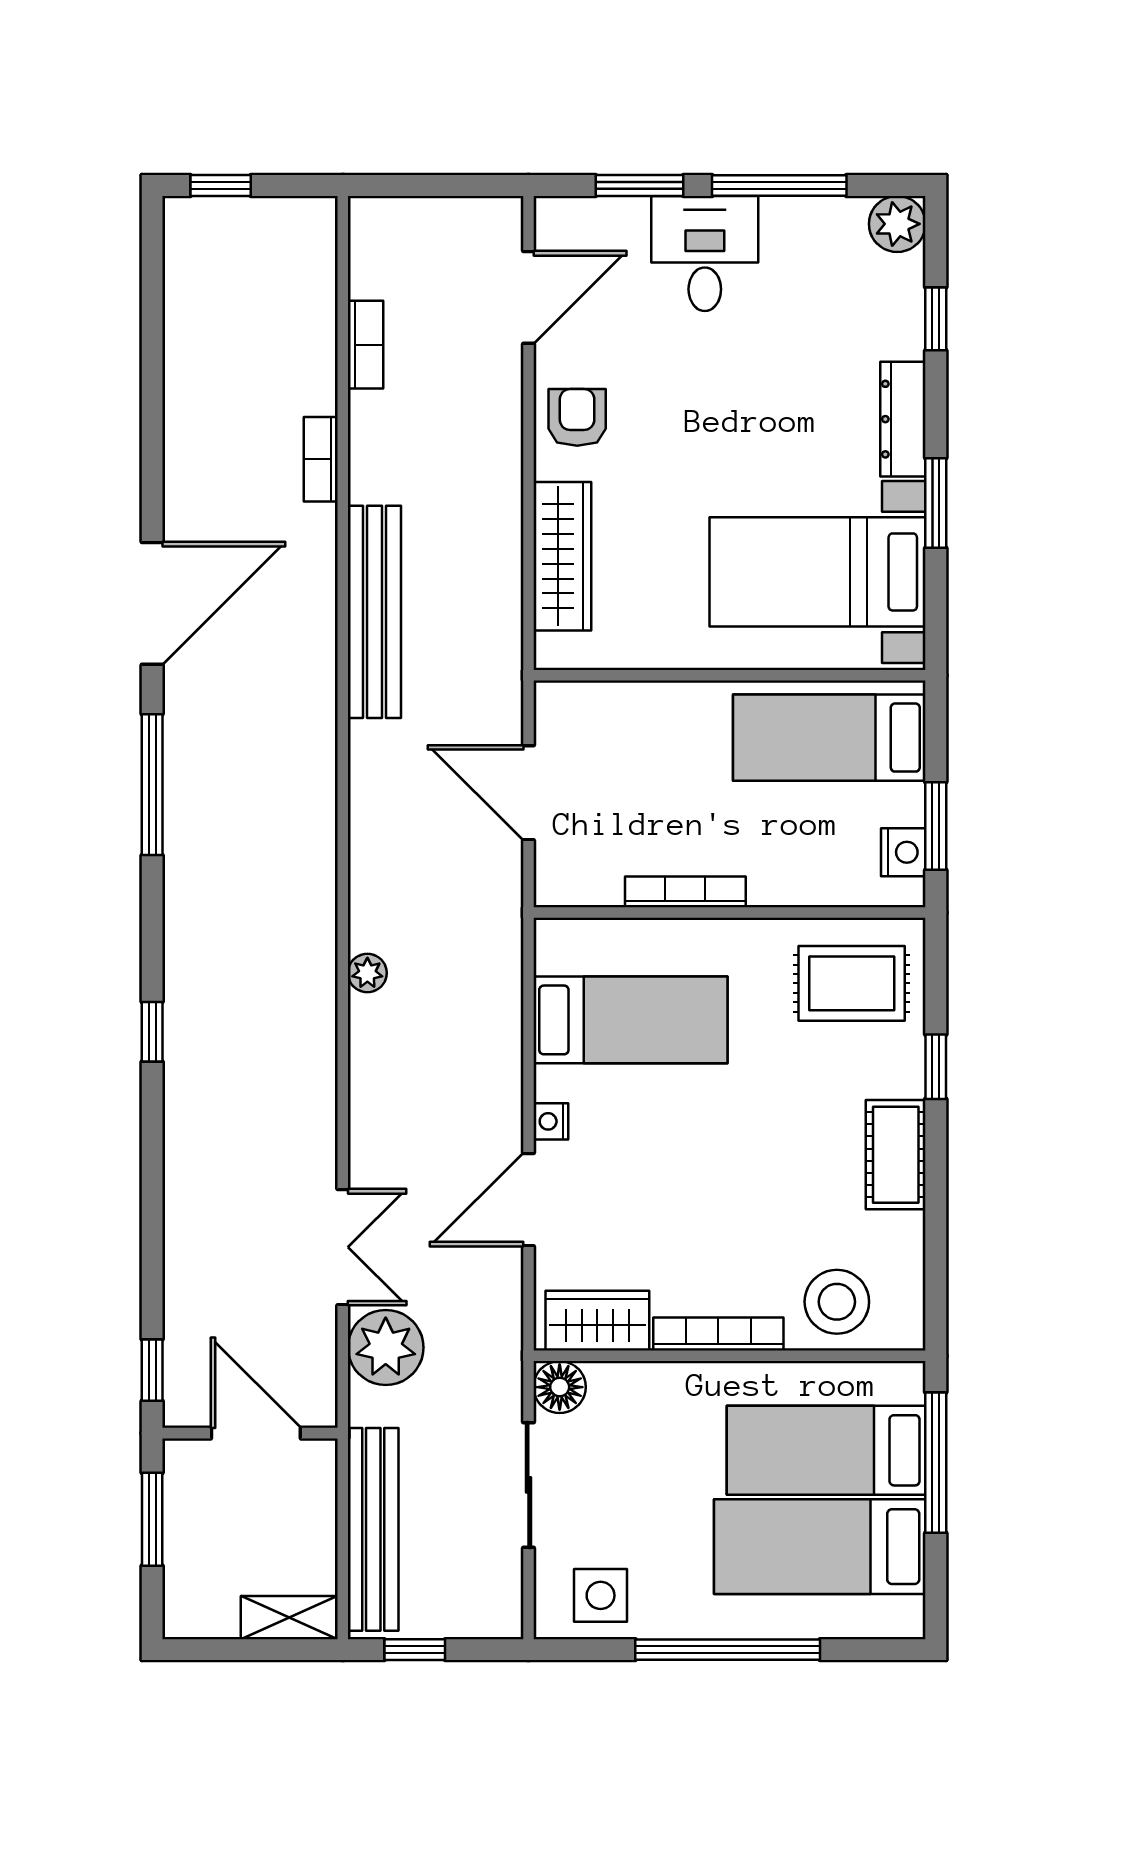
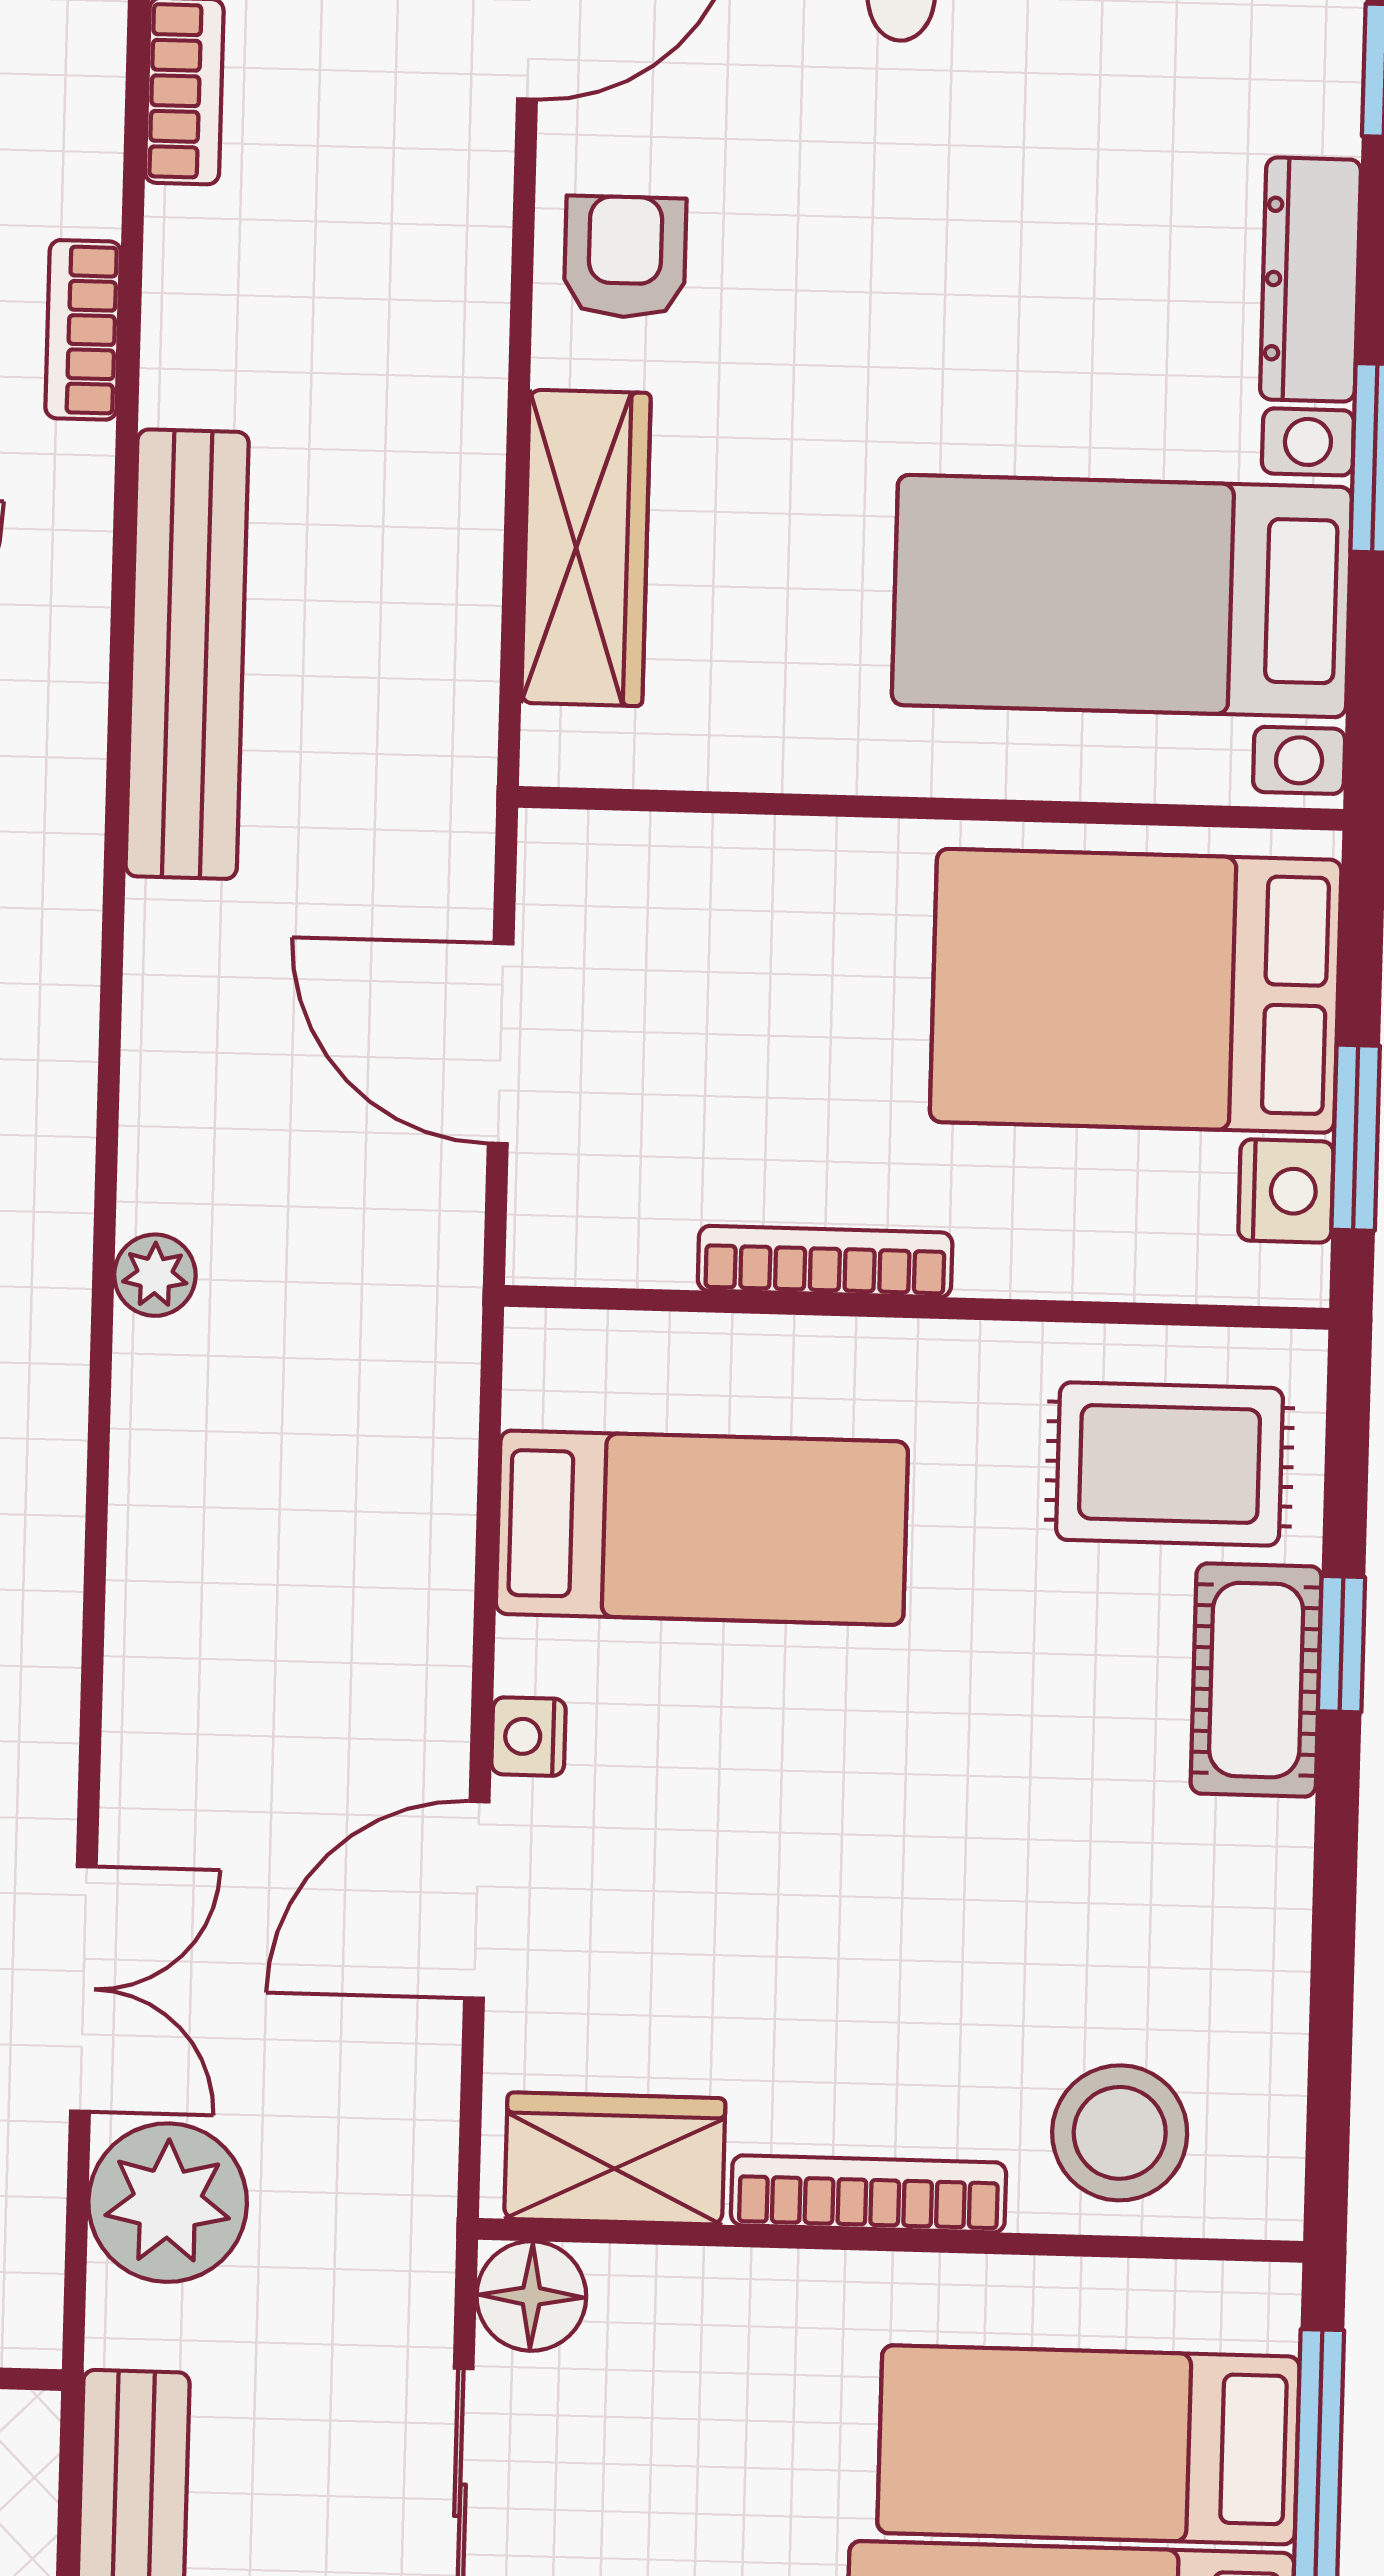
bed: (829, 738) -> (1136, 991), width x1.50
plant: (367, 973) -> (155, 1275), moved
cot: (896, 1155) -> (1256, 1680), moved

